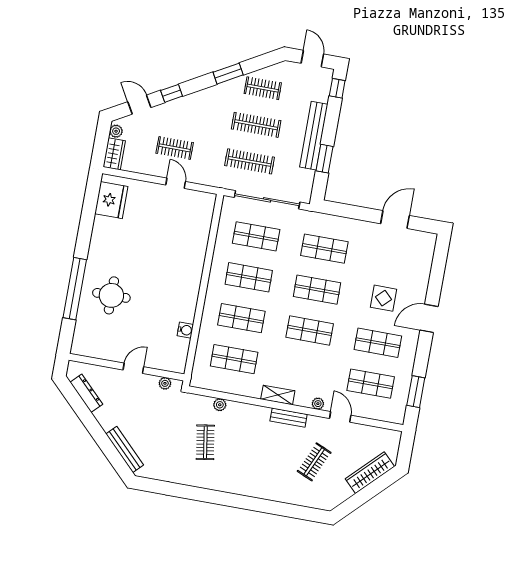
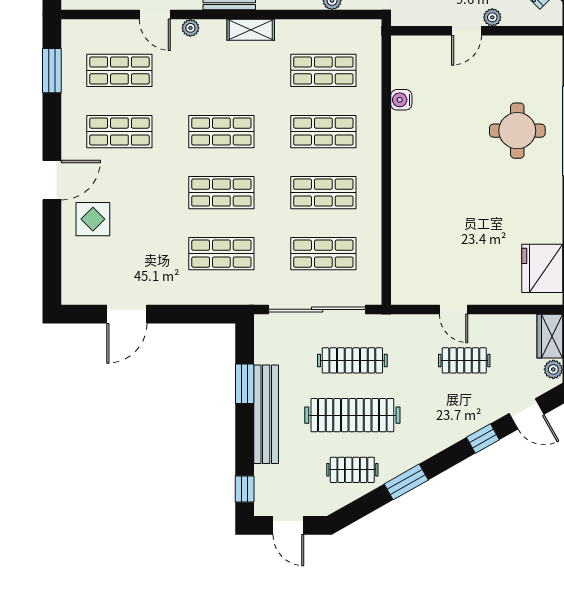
clothes rail: (256, 125) -> (352, 415), width x1.37, depth x1.31
display table: (384, 298) -> (93, 219), moved
plant: (165, 383) -> (492, 17), moved

